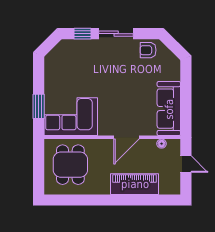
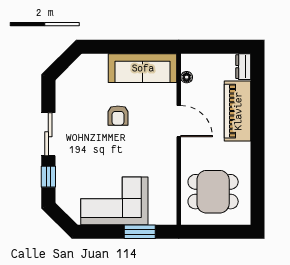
armchair: (148, 50) -> (118, 116), moved
corner sofa: (71, 117) -> (114, 201), moved, turned 90
door: (186, 164) -> (212, 47), removed
dresser: (170, 189) -> (243, 67), added

